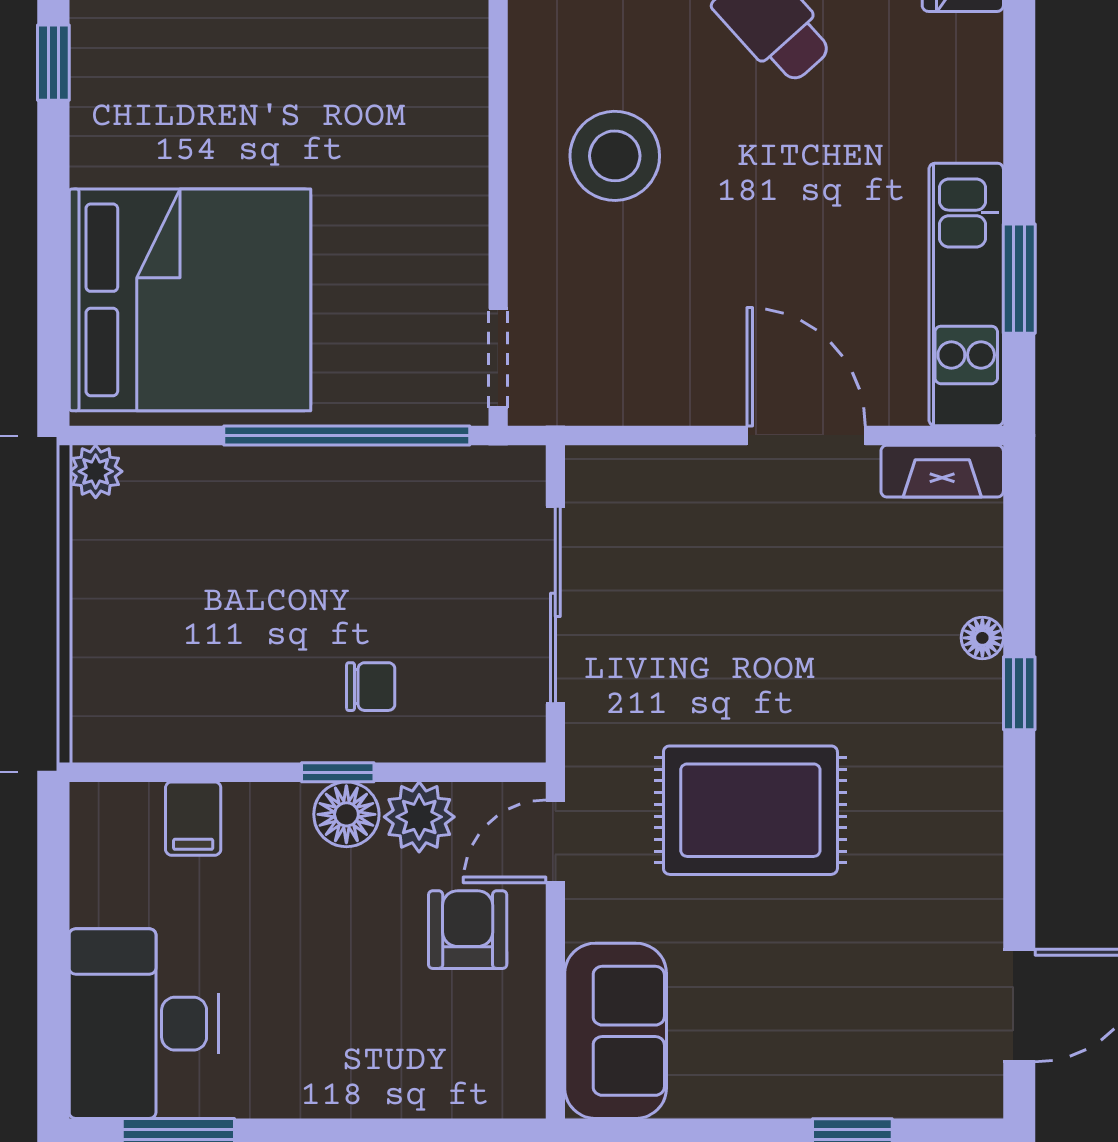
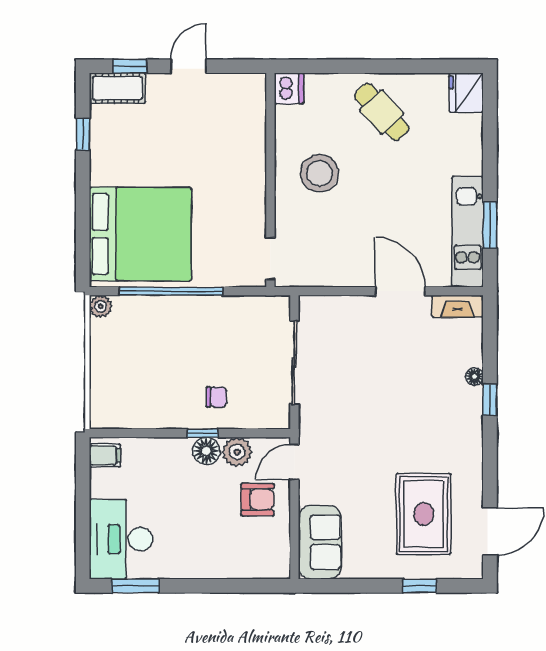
window: (347, 435) -> (171, 291), moved
rug: (750, 810) -> (424, 514), moved, turned 90
filing cabinet: (193, 819) -> (105, 455), moved, turned -90
armchair: (468, 930) -> (257, 499), turned 90

